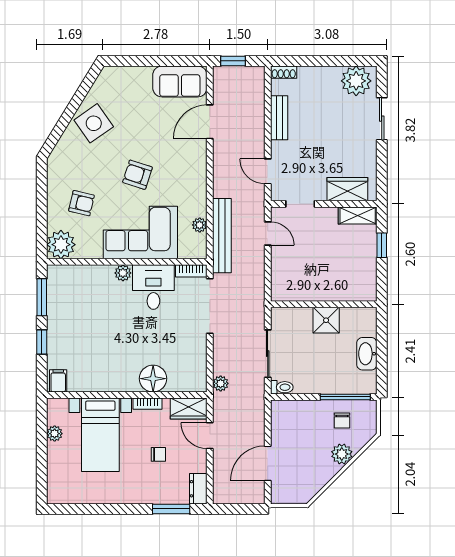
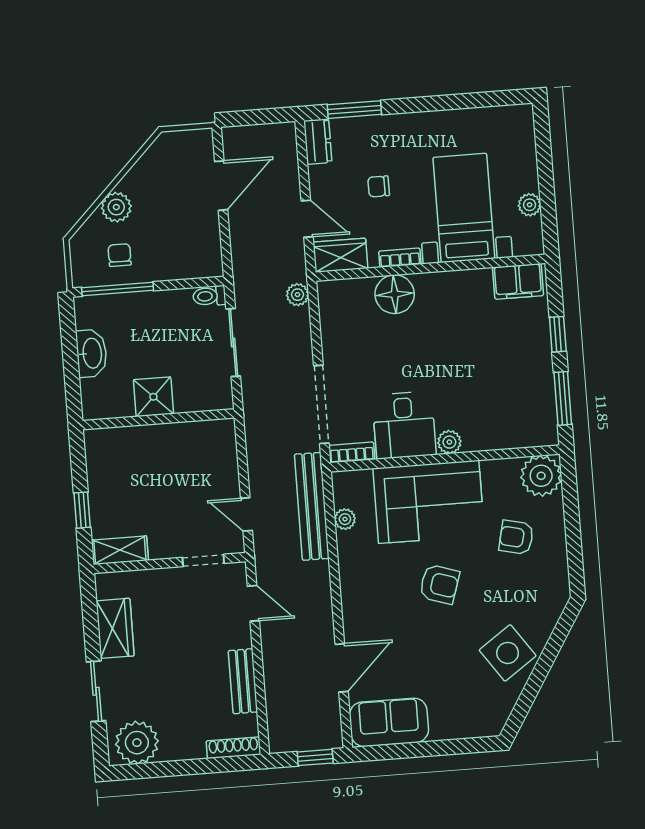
shoe rack: (284, 72) -> (233, 748), width x1.43
wardrobe: (347, 189) -> (115, 628), moved, turned -90
filing cabinet: (58, 381) -> (518, 281), width x2.00

